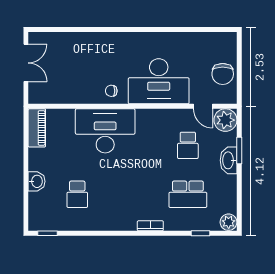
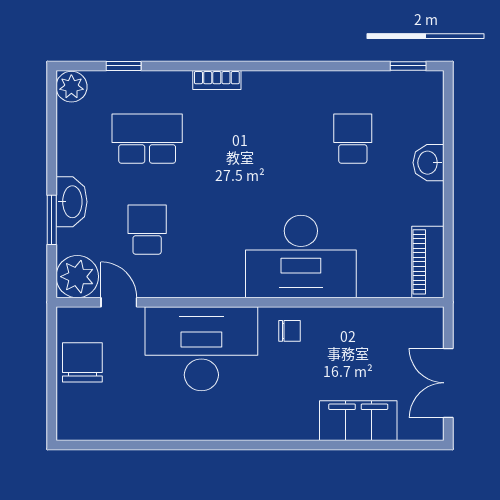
filing cabinet: (74, 43) -> (358, 421), added

